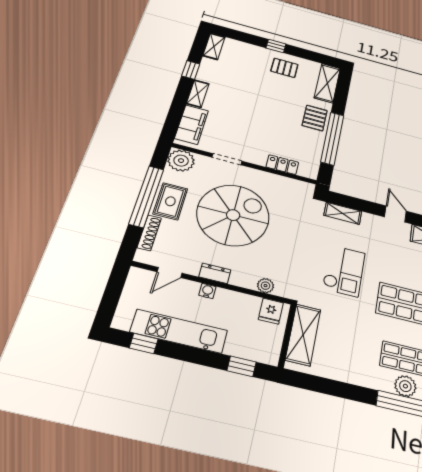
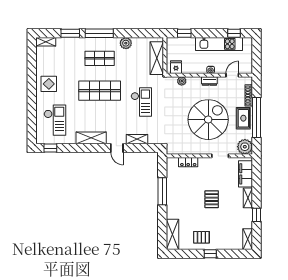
pallet: (315, 118) -> (212, 199), moved
window: (332, 138) -> (162, 191), width x0.68
shelving: (343, 213) -> (137, 139), moved
spiral stairs: (233, 215) -> (208, 120), turned 180
checkout: (344, 271) -> (141, 102), turned 180
plant: (405, 386) -> (126, 43), moved

